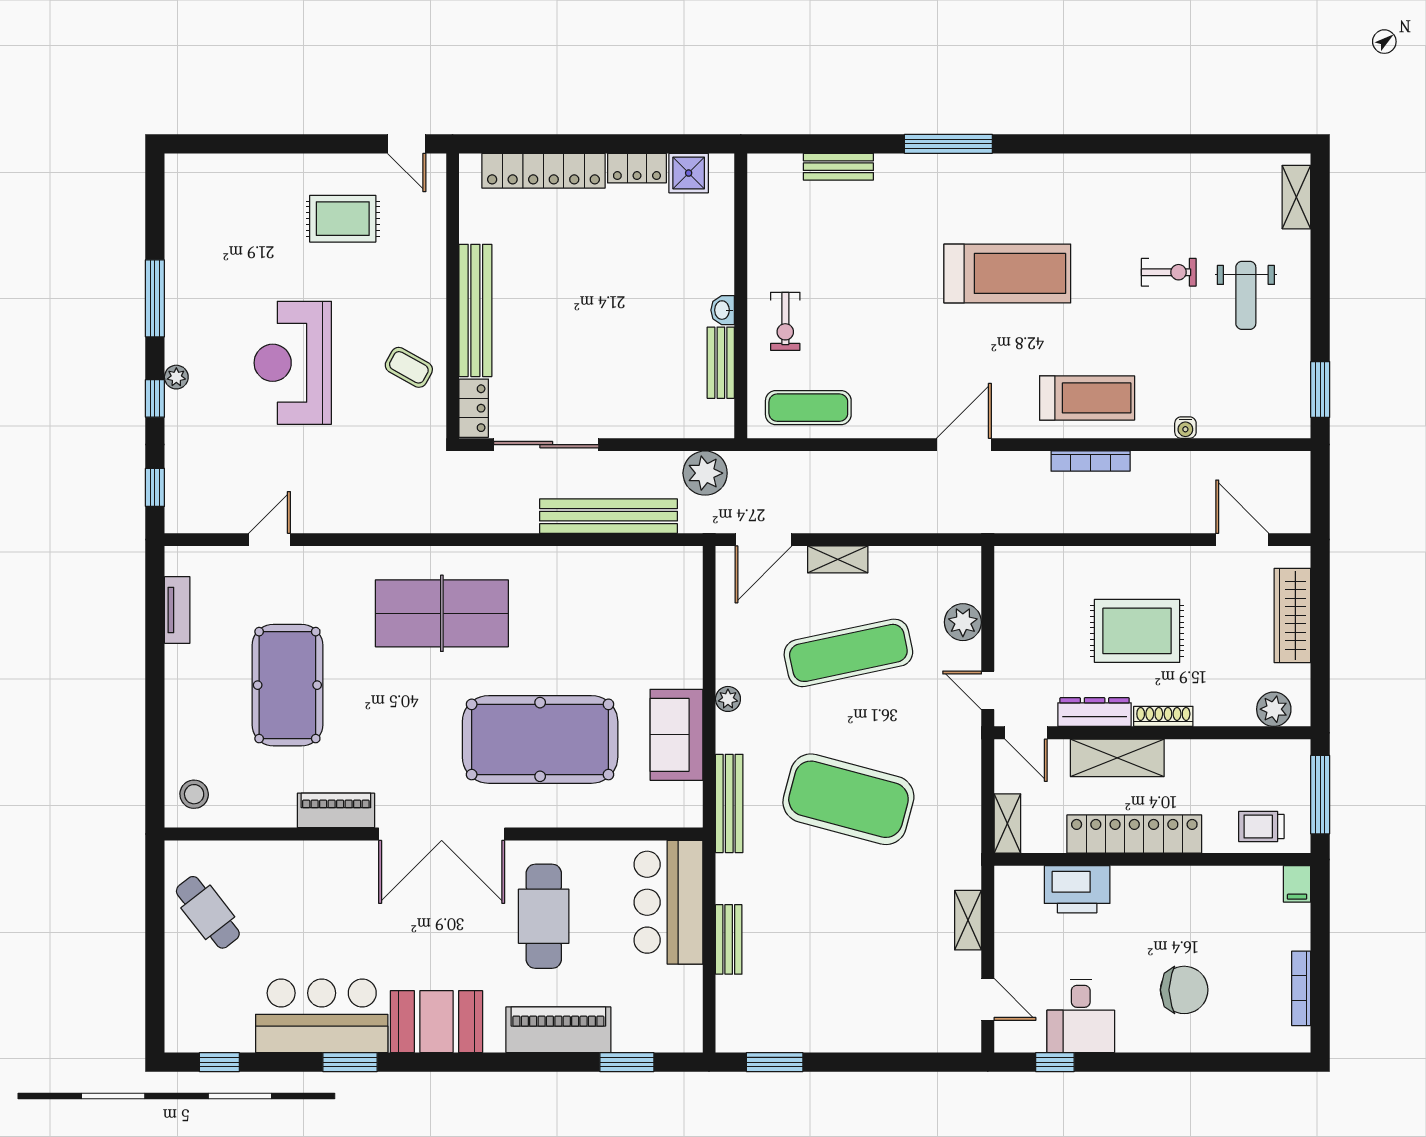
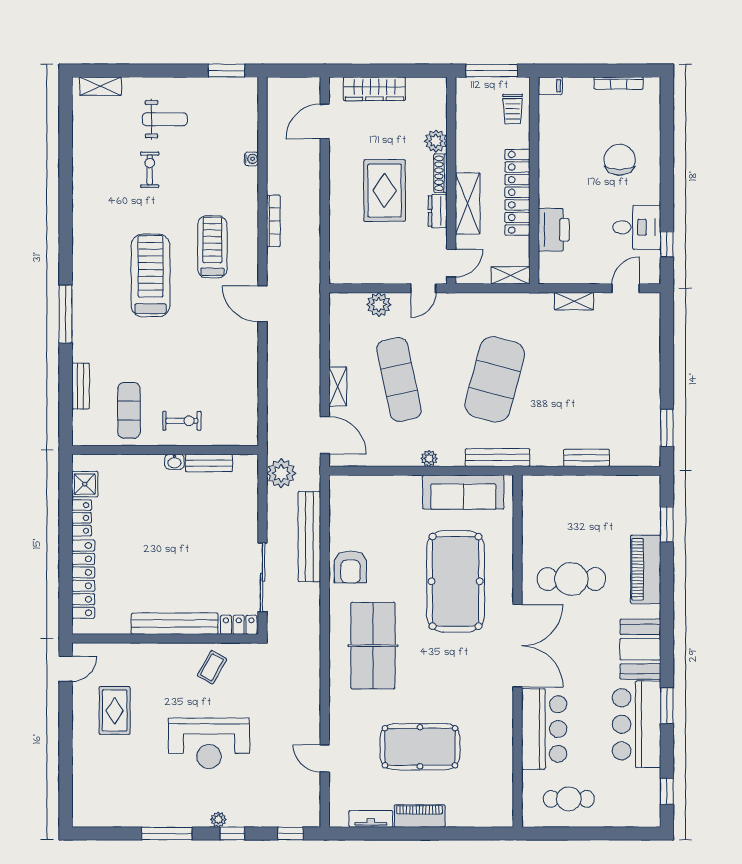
treadmill: (1087, 398) -> (212, 247), moved
exercise mat: (808, 408) -> (129, 410), moved
armchair: (562, 579) -> (350, 567), added
plant: (1274, 709) -> (436, 141), moved
dresser: (1095, 712) -> (438, 211), width x0.70
sofa: (676, 735) -> (463, 492), width x1.36
stool: (194, 794) -> (491, 808), removed
piano: (336, 810) -> (420, 816), moved, turned 90
bar counter: (668, 902) -> (544, 729), moved, turned -90
cafe table: (208, 912) -> (569, 799), turned 38

